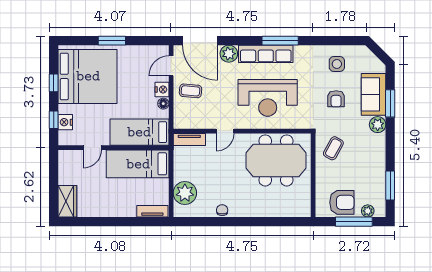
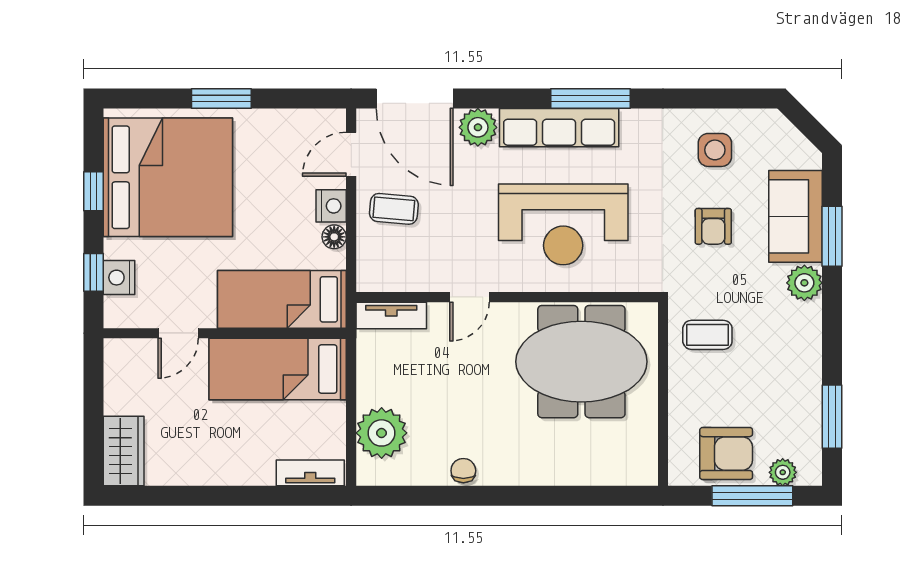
coffee table: (333, 148) -> (707, 335), turned 61

